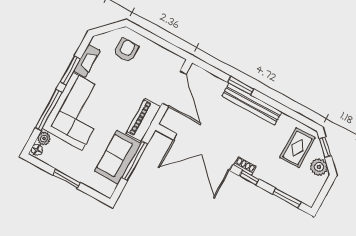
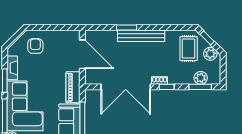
plant: (293, 188) -> (201, 78), added

